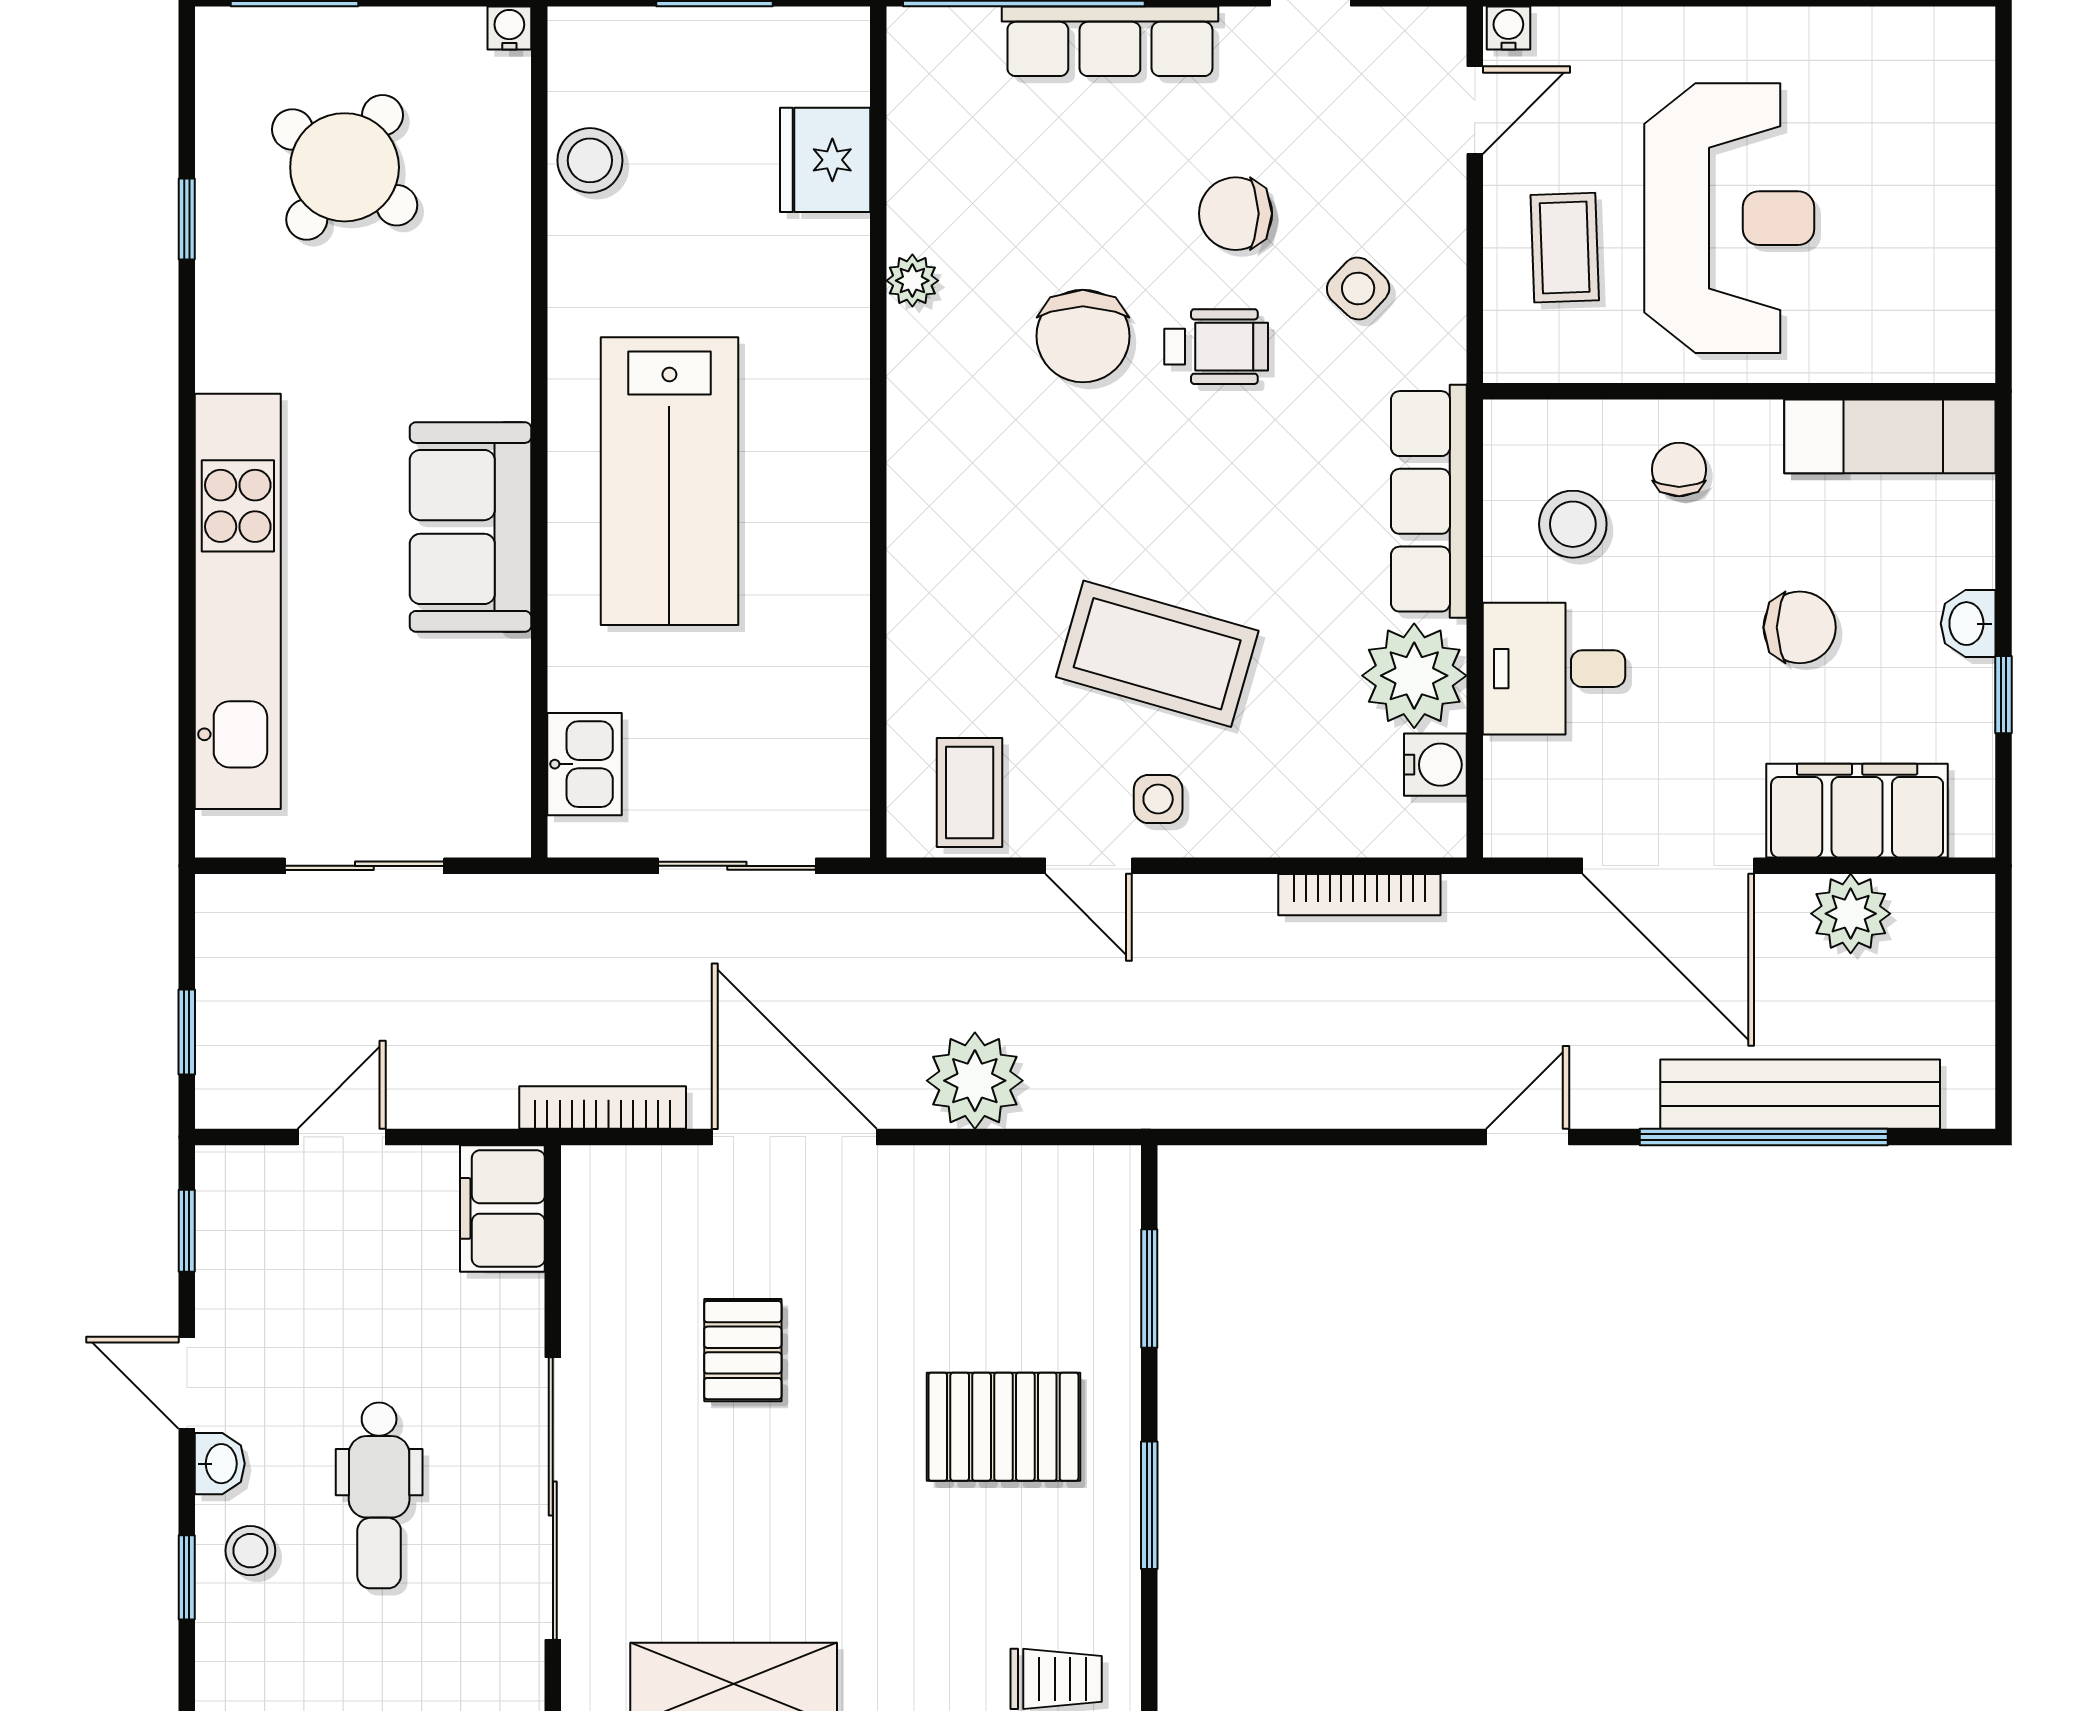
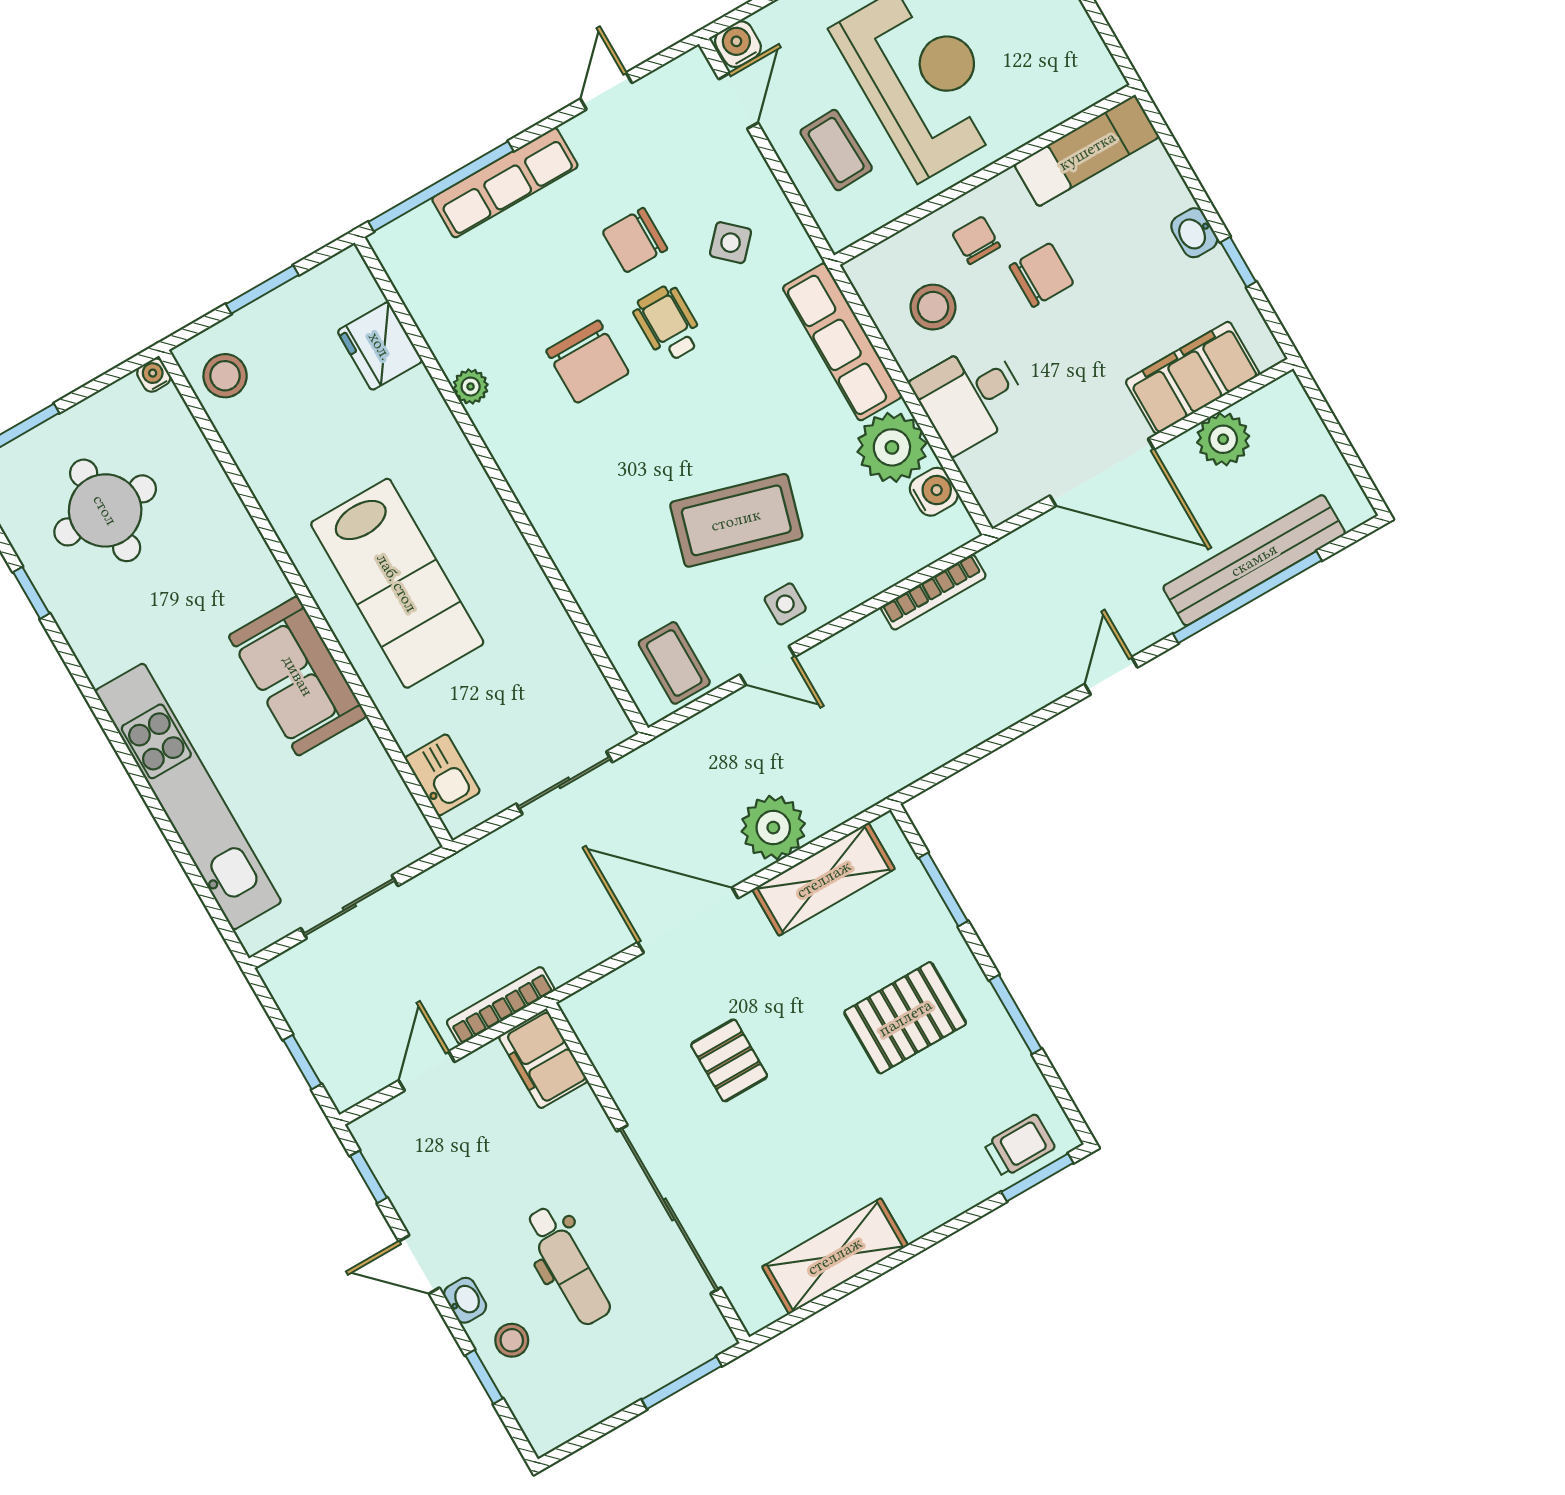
water cooler: (1508, 28) -> (738, 44), width x1.38, depth x1.38
stool: (590, 160) -> (225, 376), moved
round table: (345, 167) -> (105, 510), turned -36
wheelchair: (1216, 347) -> (668, 323), turned -90
chair: (1800, 627) -> (1042, 275), moved
bookcase: (603, 1107) -> (501, 1006), moved
shelving: (1001, 1185) -> (824, 879), added

